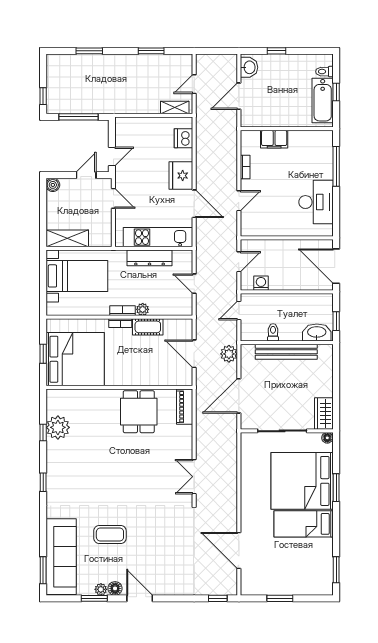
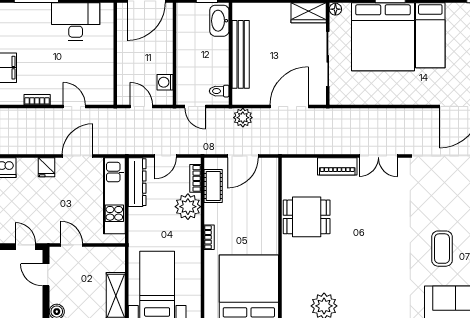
fridge: (181, 176) -> (46, 167), width x0.53, depth x0.75
door: (113, 198) -> (72, 245), hinge flipped
dresser: (150, 258) -> (137, 182), moved
plant: (143, 309) -> (188, 207), width x1.87, depth x1.87
bookcase: (122, 311) -> (195, 178), moved
cot: (148, 327) -> (213, 186), moved
toilet: (273, 332) -> (219, 91), moved
door: (239, 396) -> (289, 106), swing flipped
piano: (185, 407) -> (337, 166), moved

